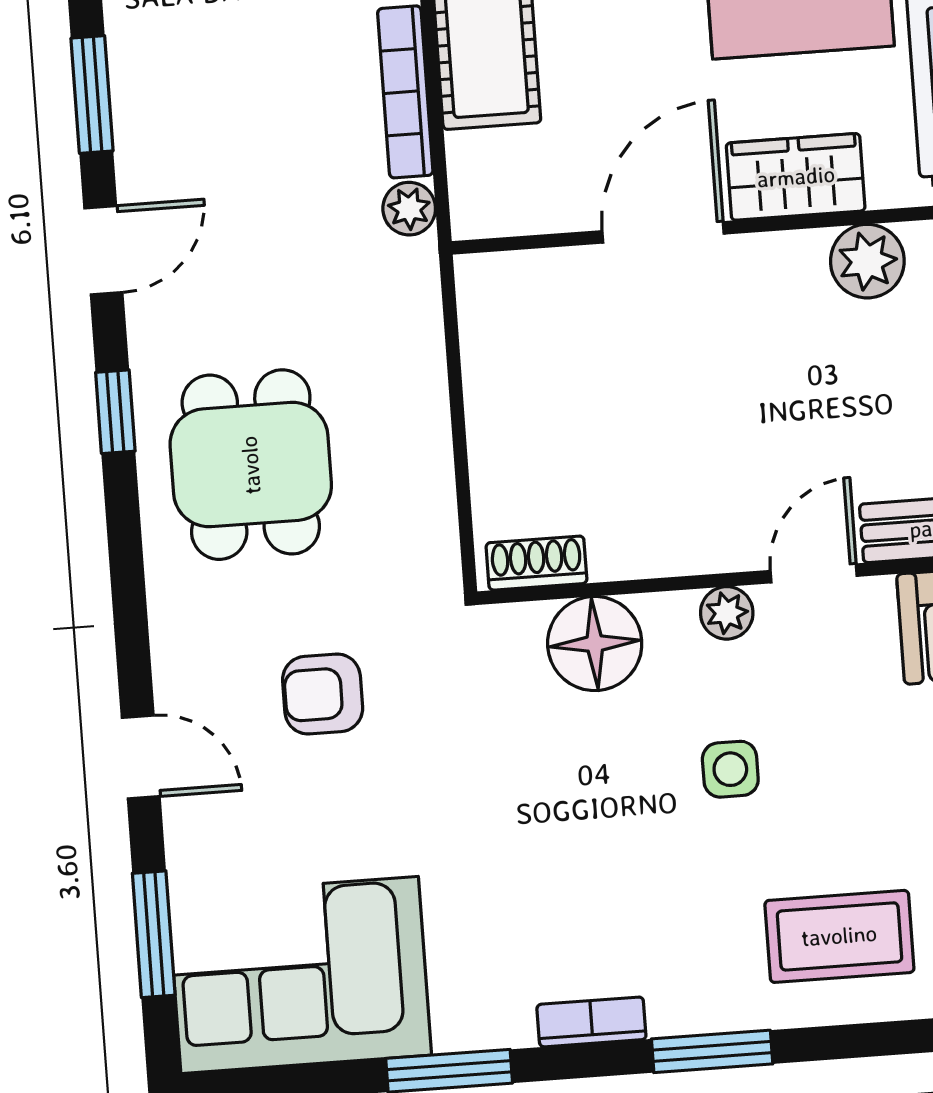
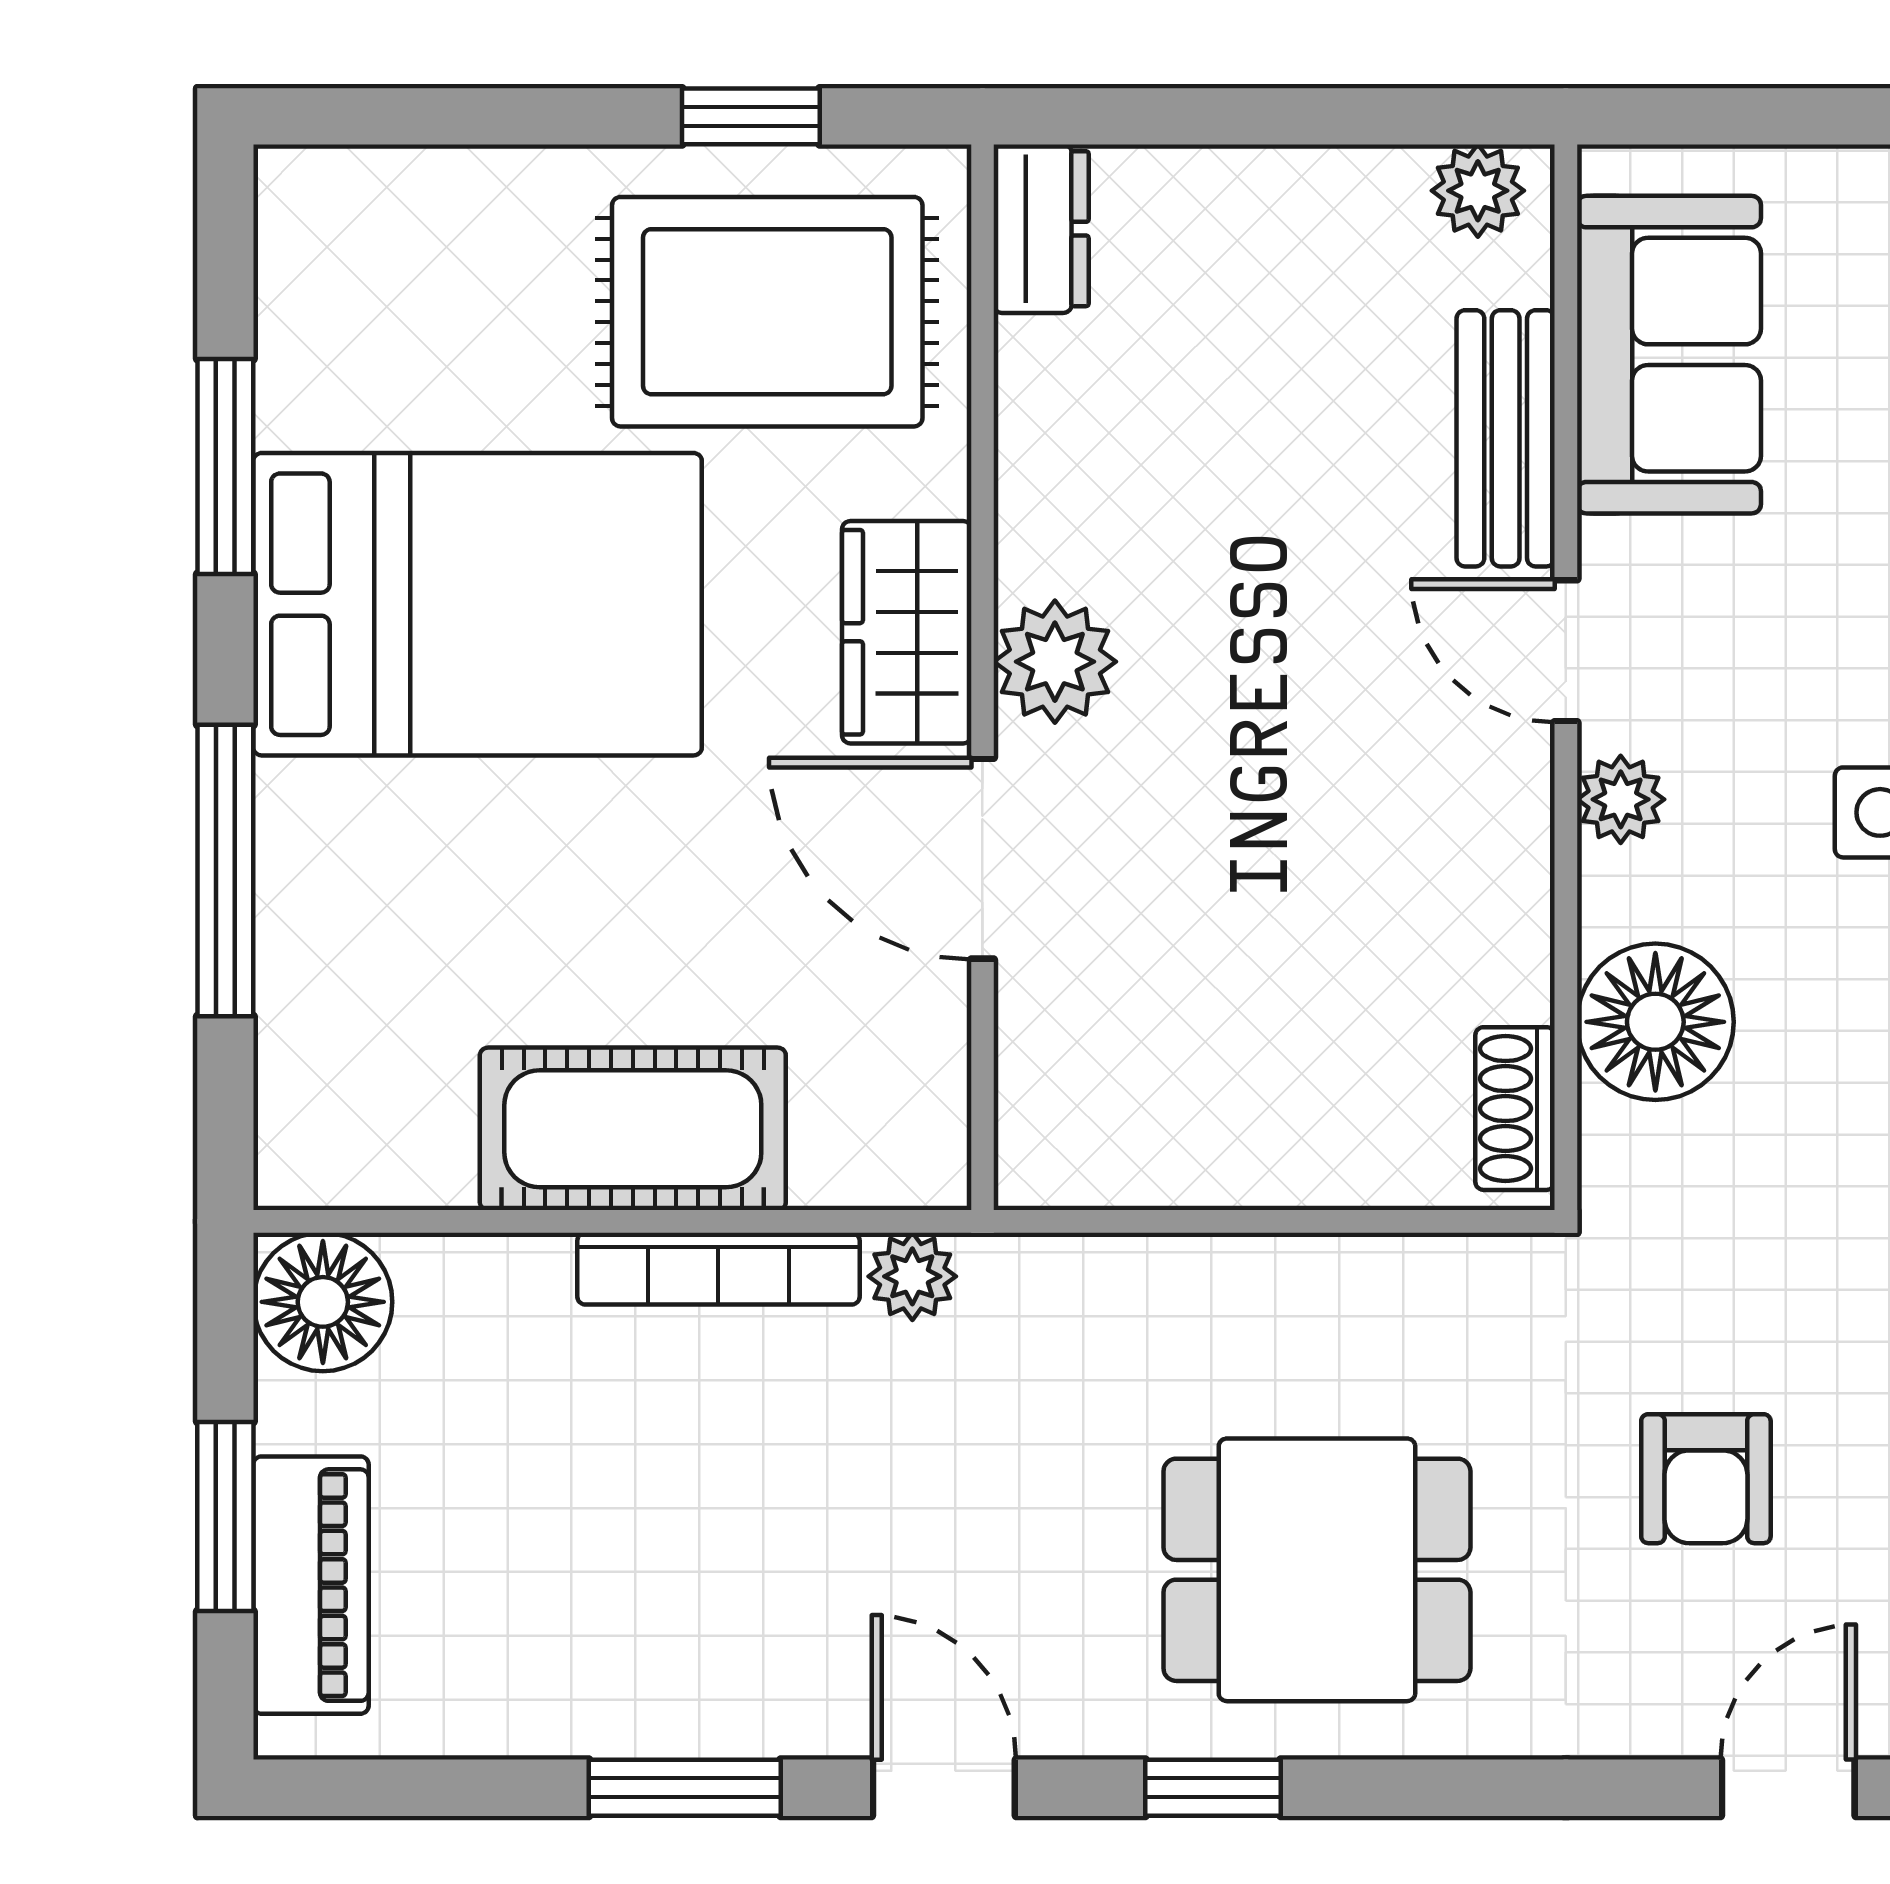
plant: (867, 261) -> (1055, 662), moved

